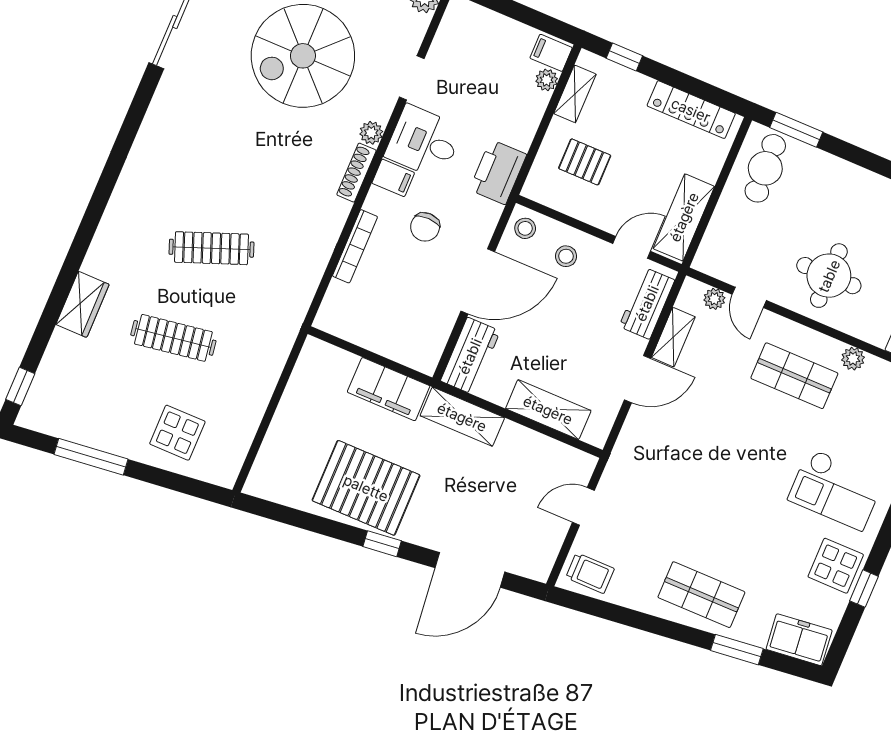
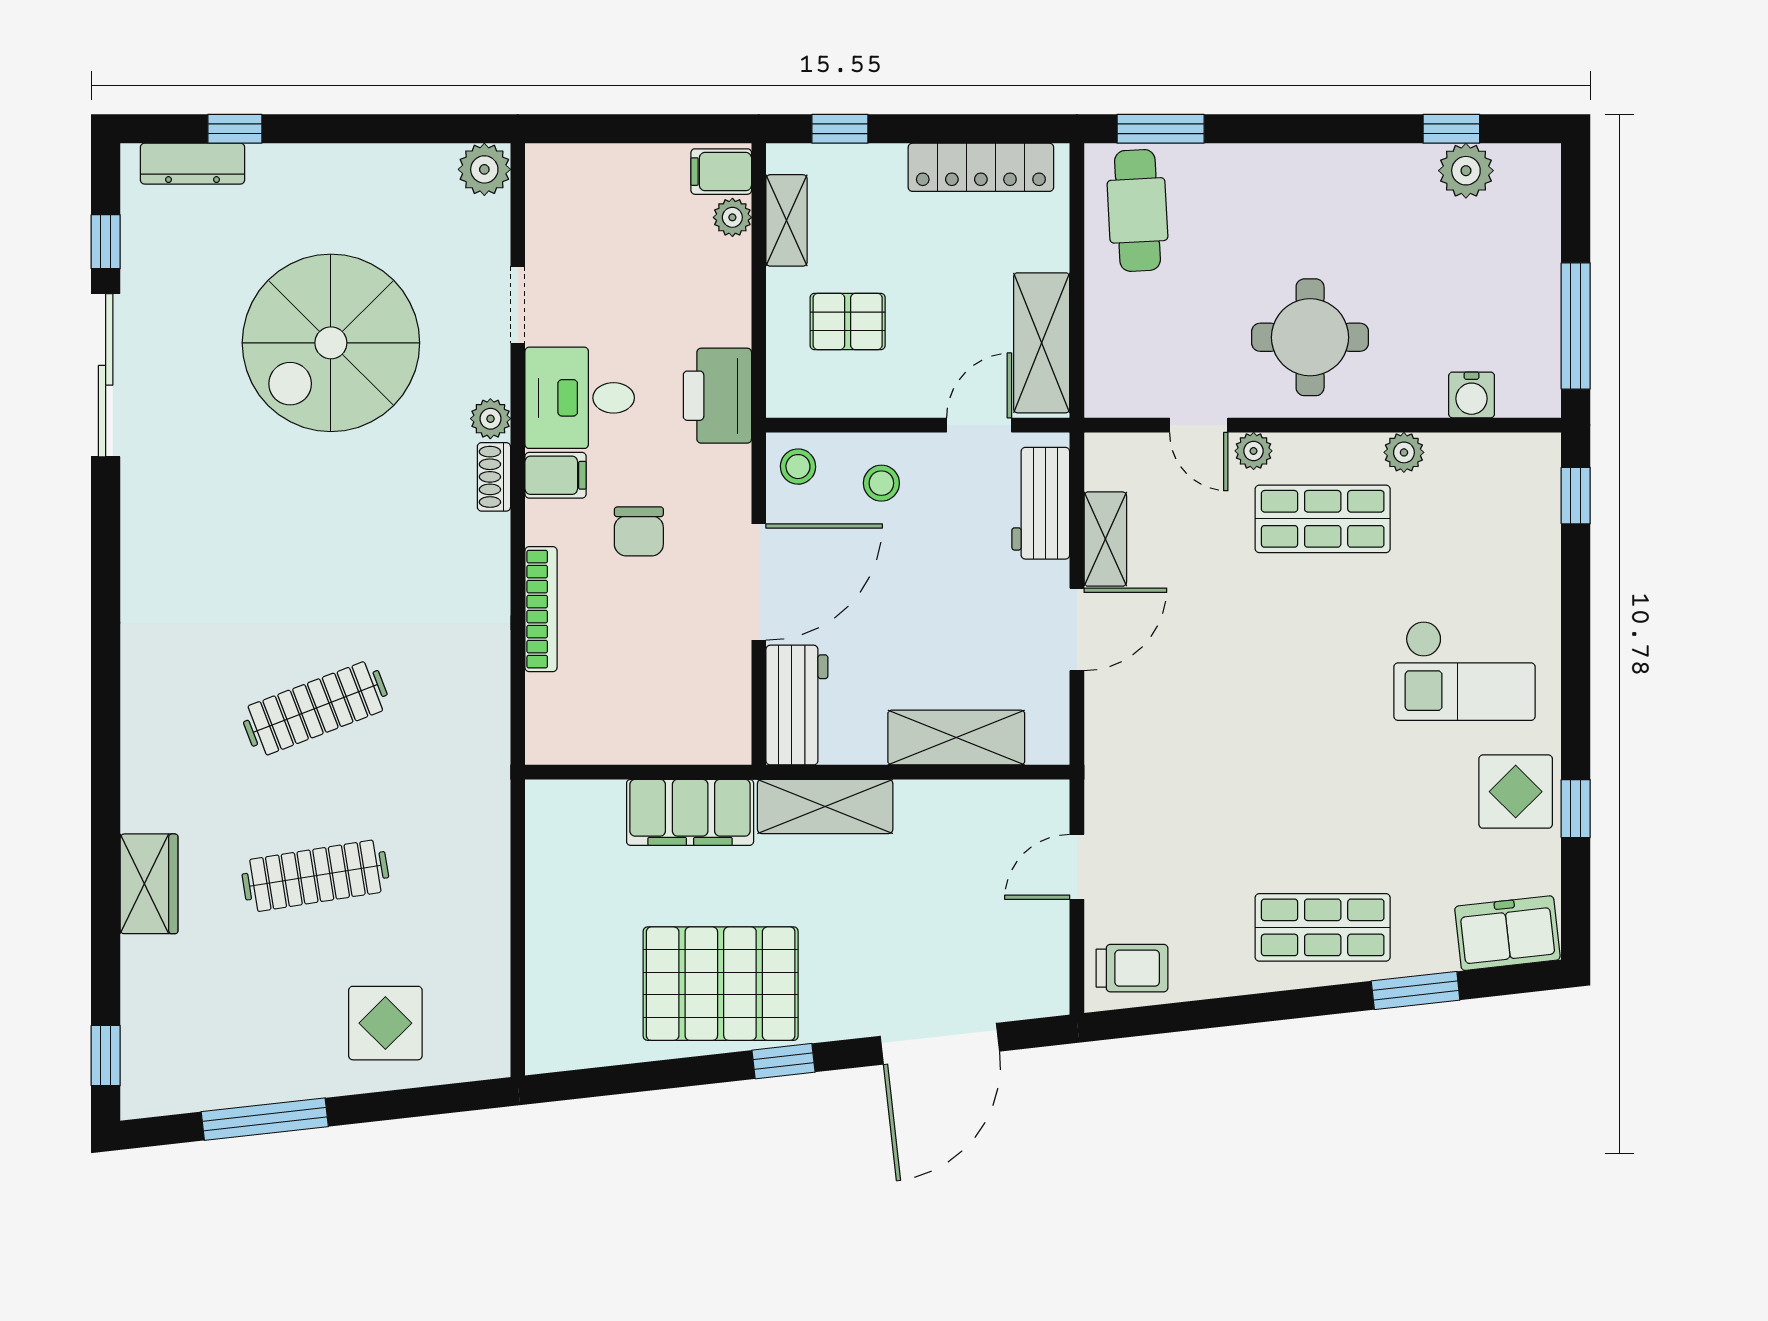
shoe rack: (356, 173) -> (494, 477), width x0.70
plant: (714, 299) -> (1254, 451), moved

